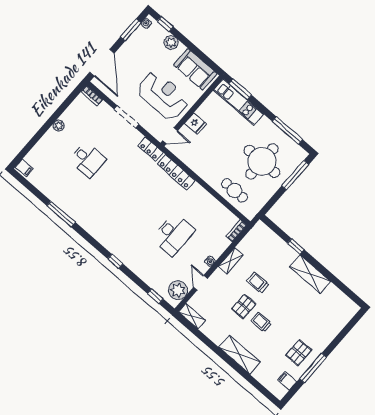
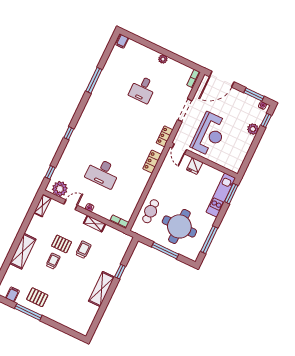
sofa: (195, 69) -> (237, 154), removed
locker: (176, 172) -> (152, 162), width x0.66
window: (295, 175) -> (165, 250), moved

